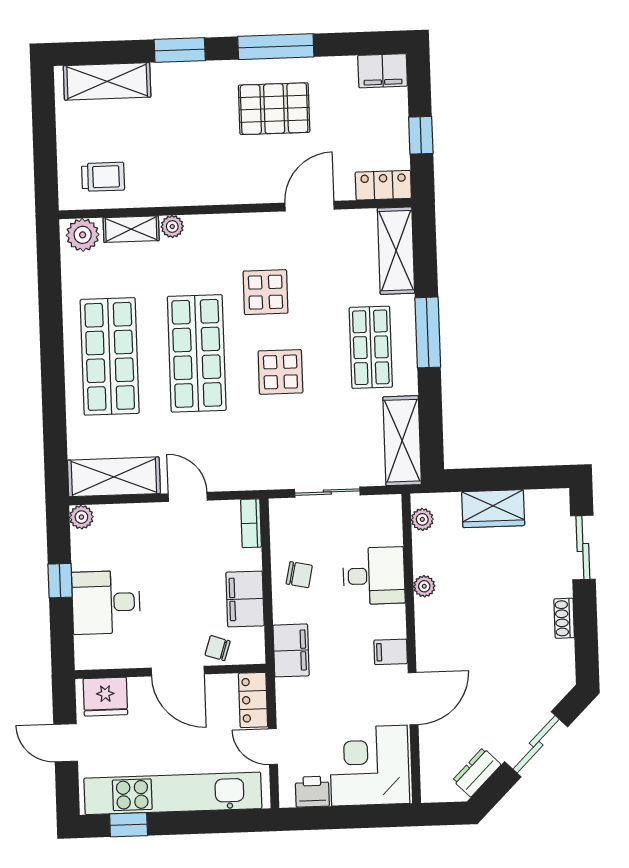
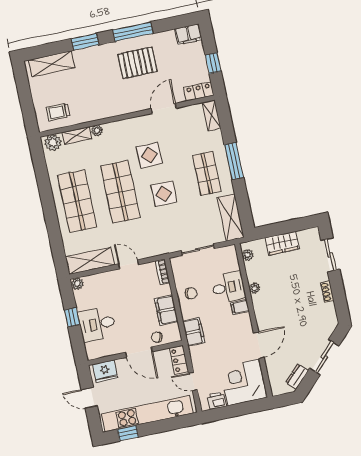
trolley: (103, 177) -> (58, 112), turned 180
shelving: (396, 251) -> (212, 115), width x0.67, depth x0.75
filing cabinet: (391, 652) -> (240, 307), moved

